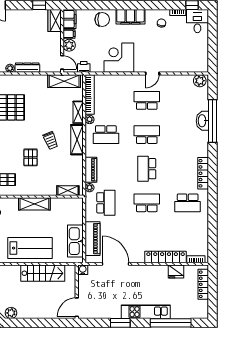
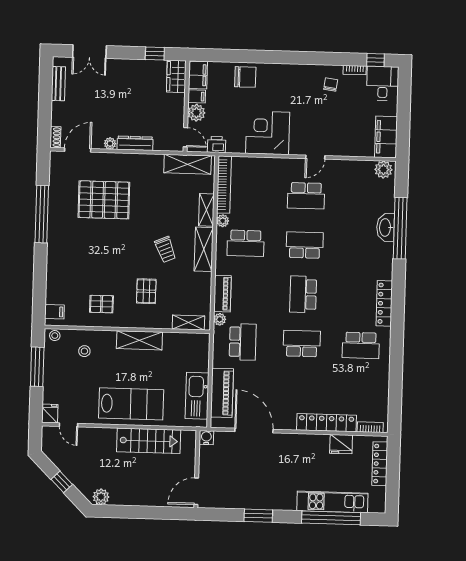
filing cabinet: (130, 17) -> (386, 137), moved, turned 90
school desk: (147, 100) -> (306, 196), turned 180
pallet: (31, 157) -> (146, 291), moved
kitchen unit: (146, 312) -> (332, 502), moved

